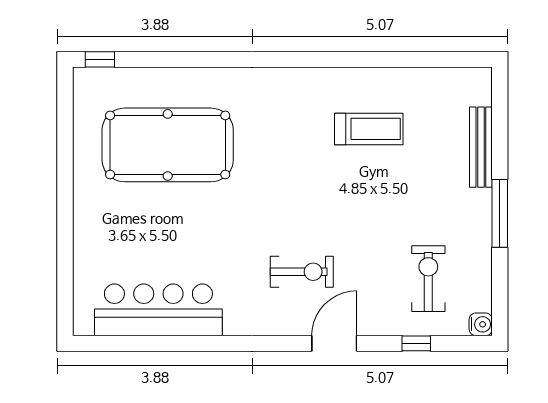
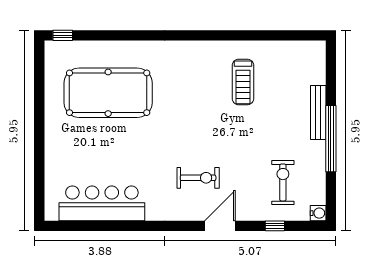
treadmill: (369, 129) -> (243, 82), turned 90
bench: (481, 147) -> (318, 113), moved
window: (500, 213) -> (331, 139), width x1.46

